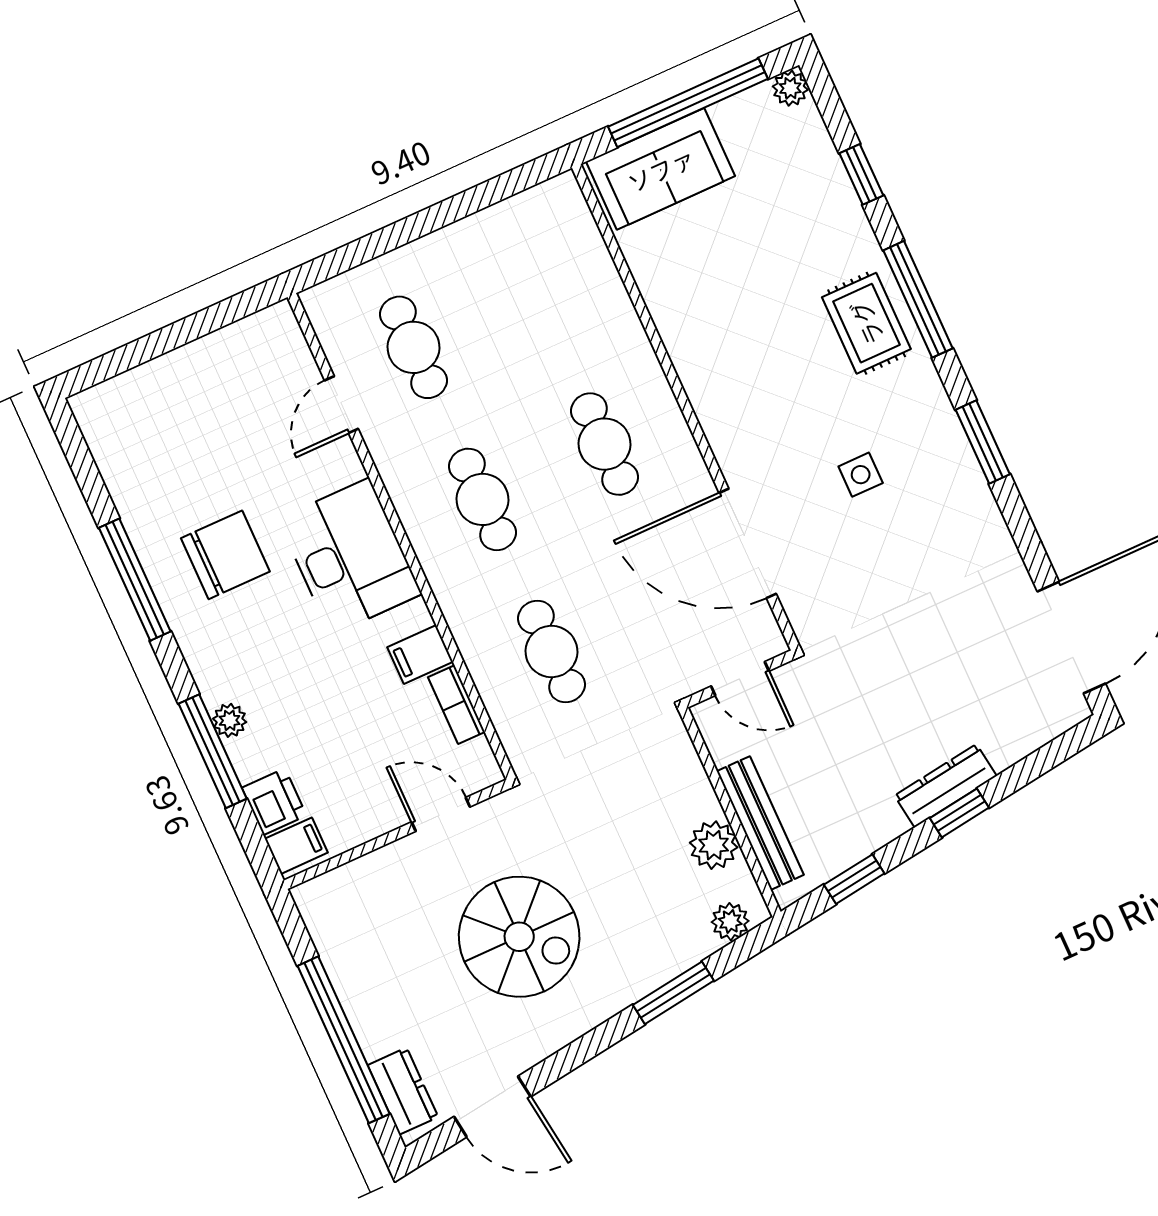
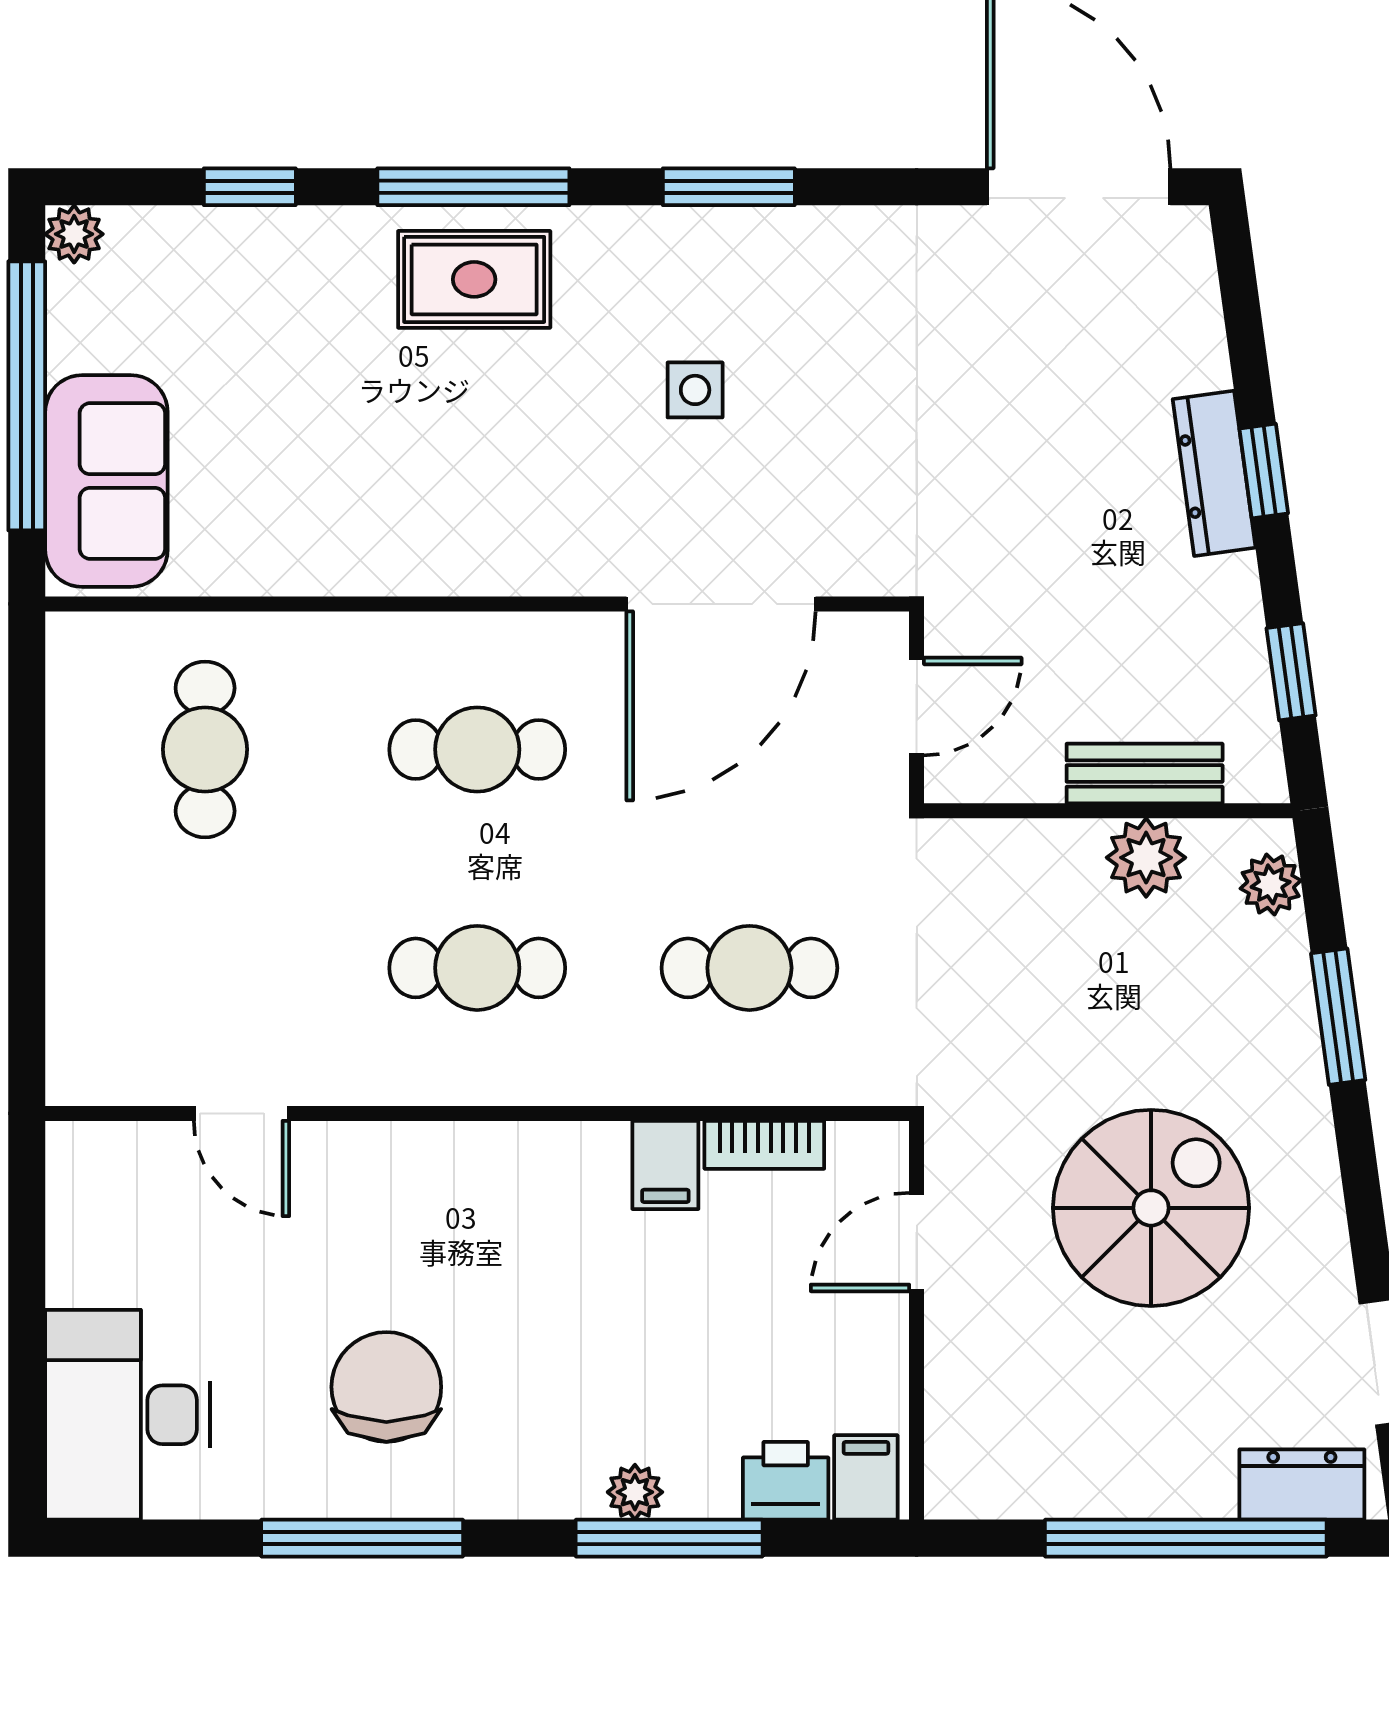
cafe table: (413, 347) -> (205, 749), moved, turned 90
desk: (350, 557) -> (128, 1415), moved, turned -90
bench: (760, 823) -> (1145, 774), width x0.73

